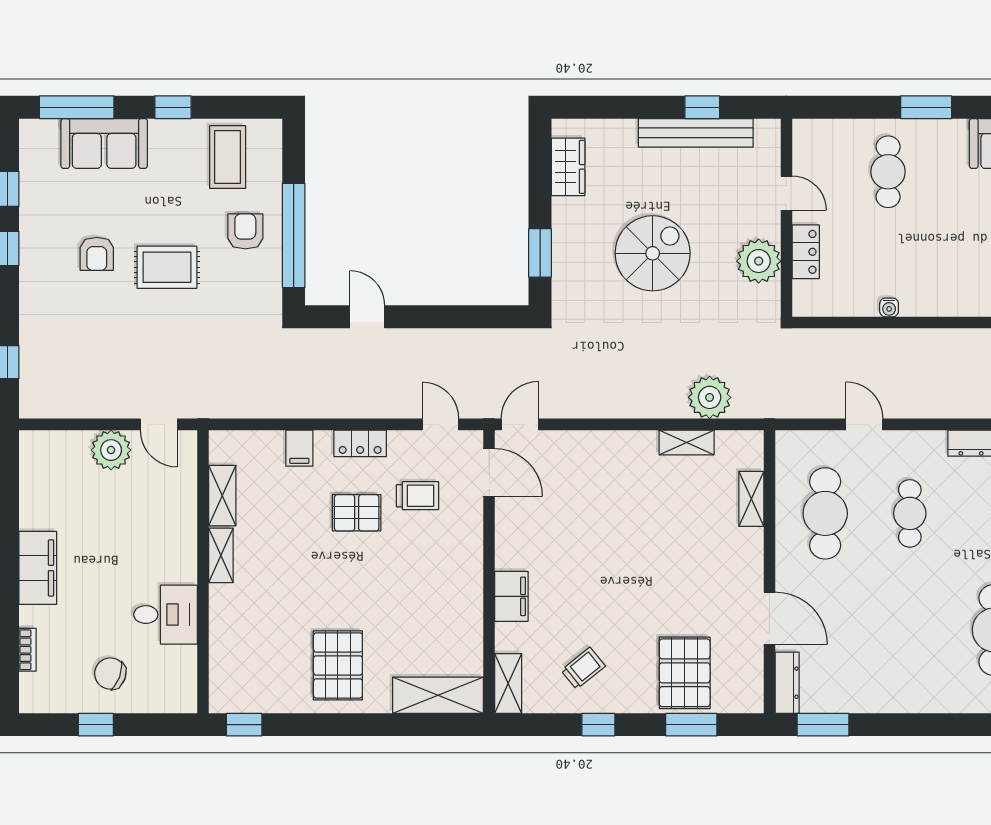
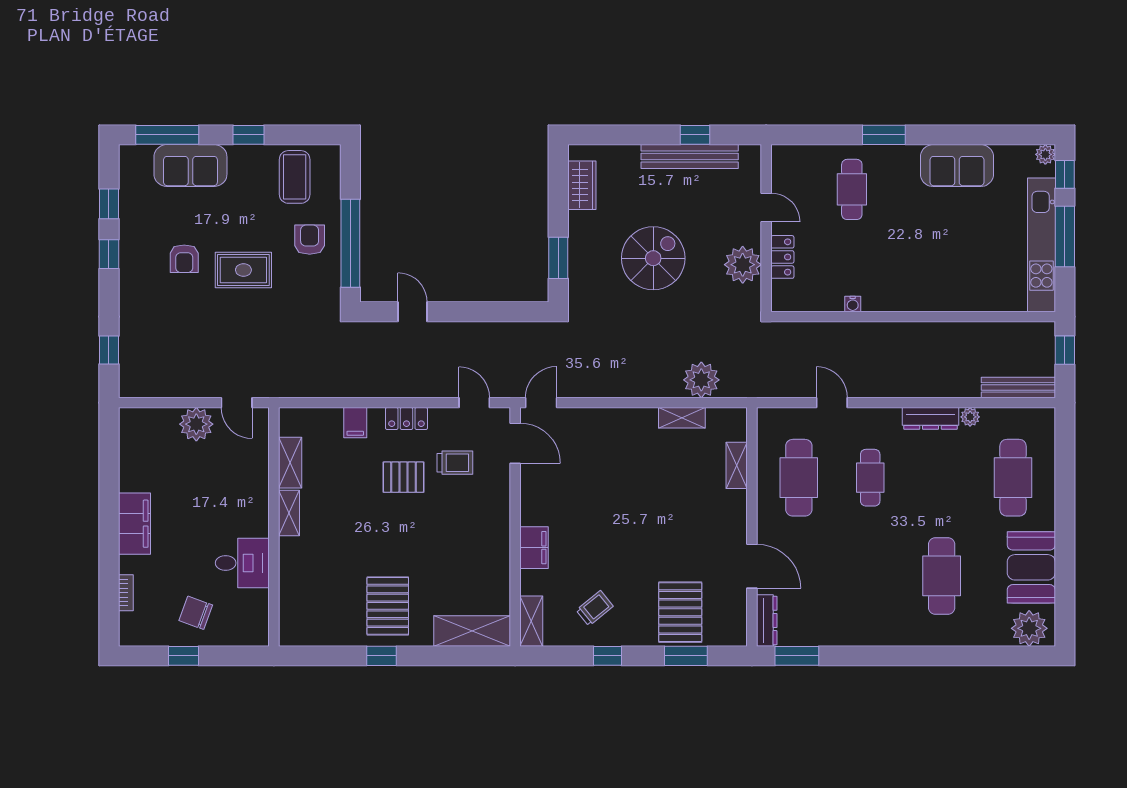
window: (244, 725) -> (382, 656), moved

